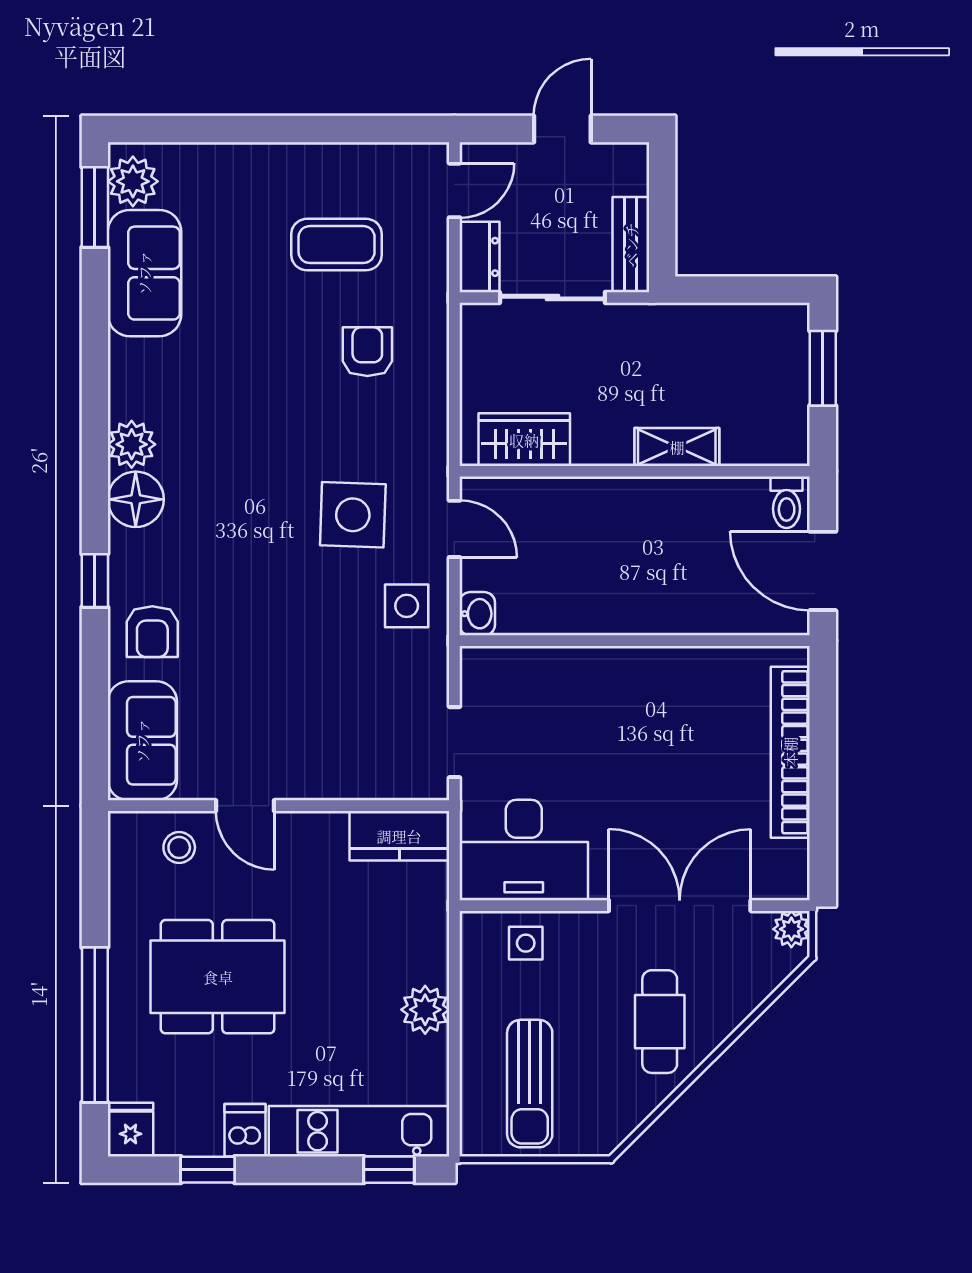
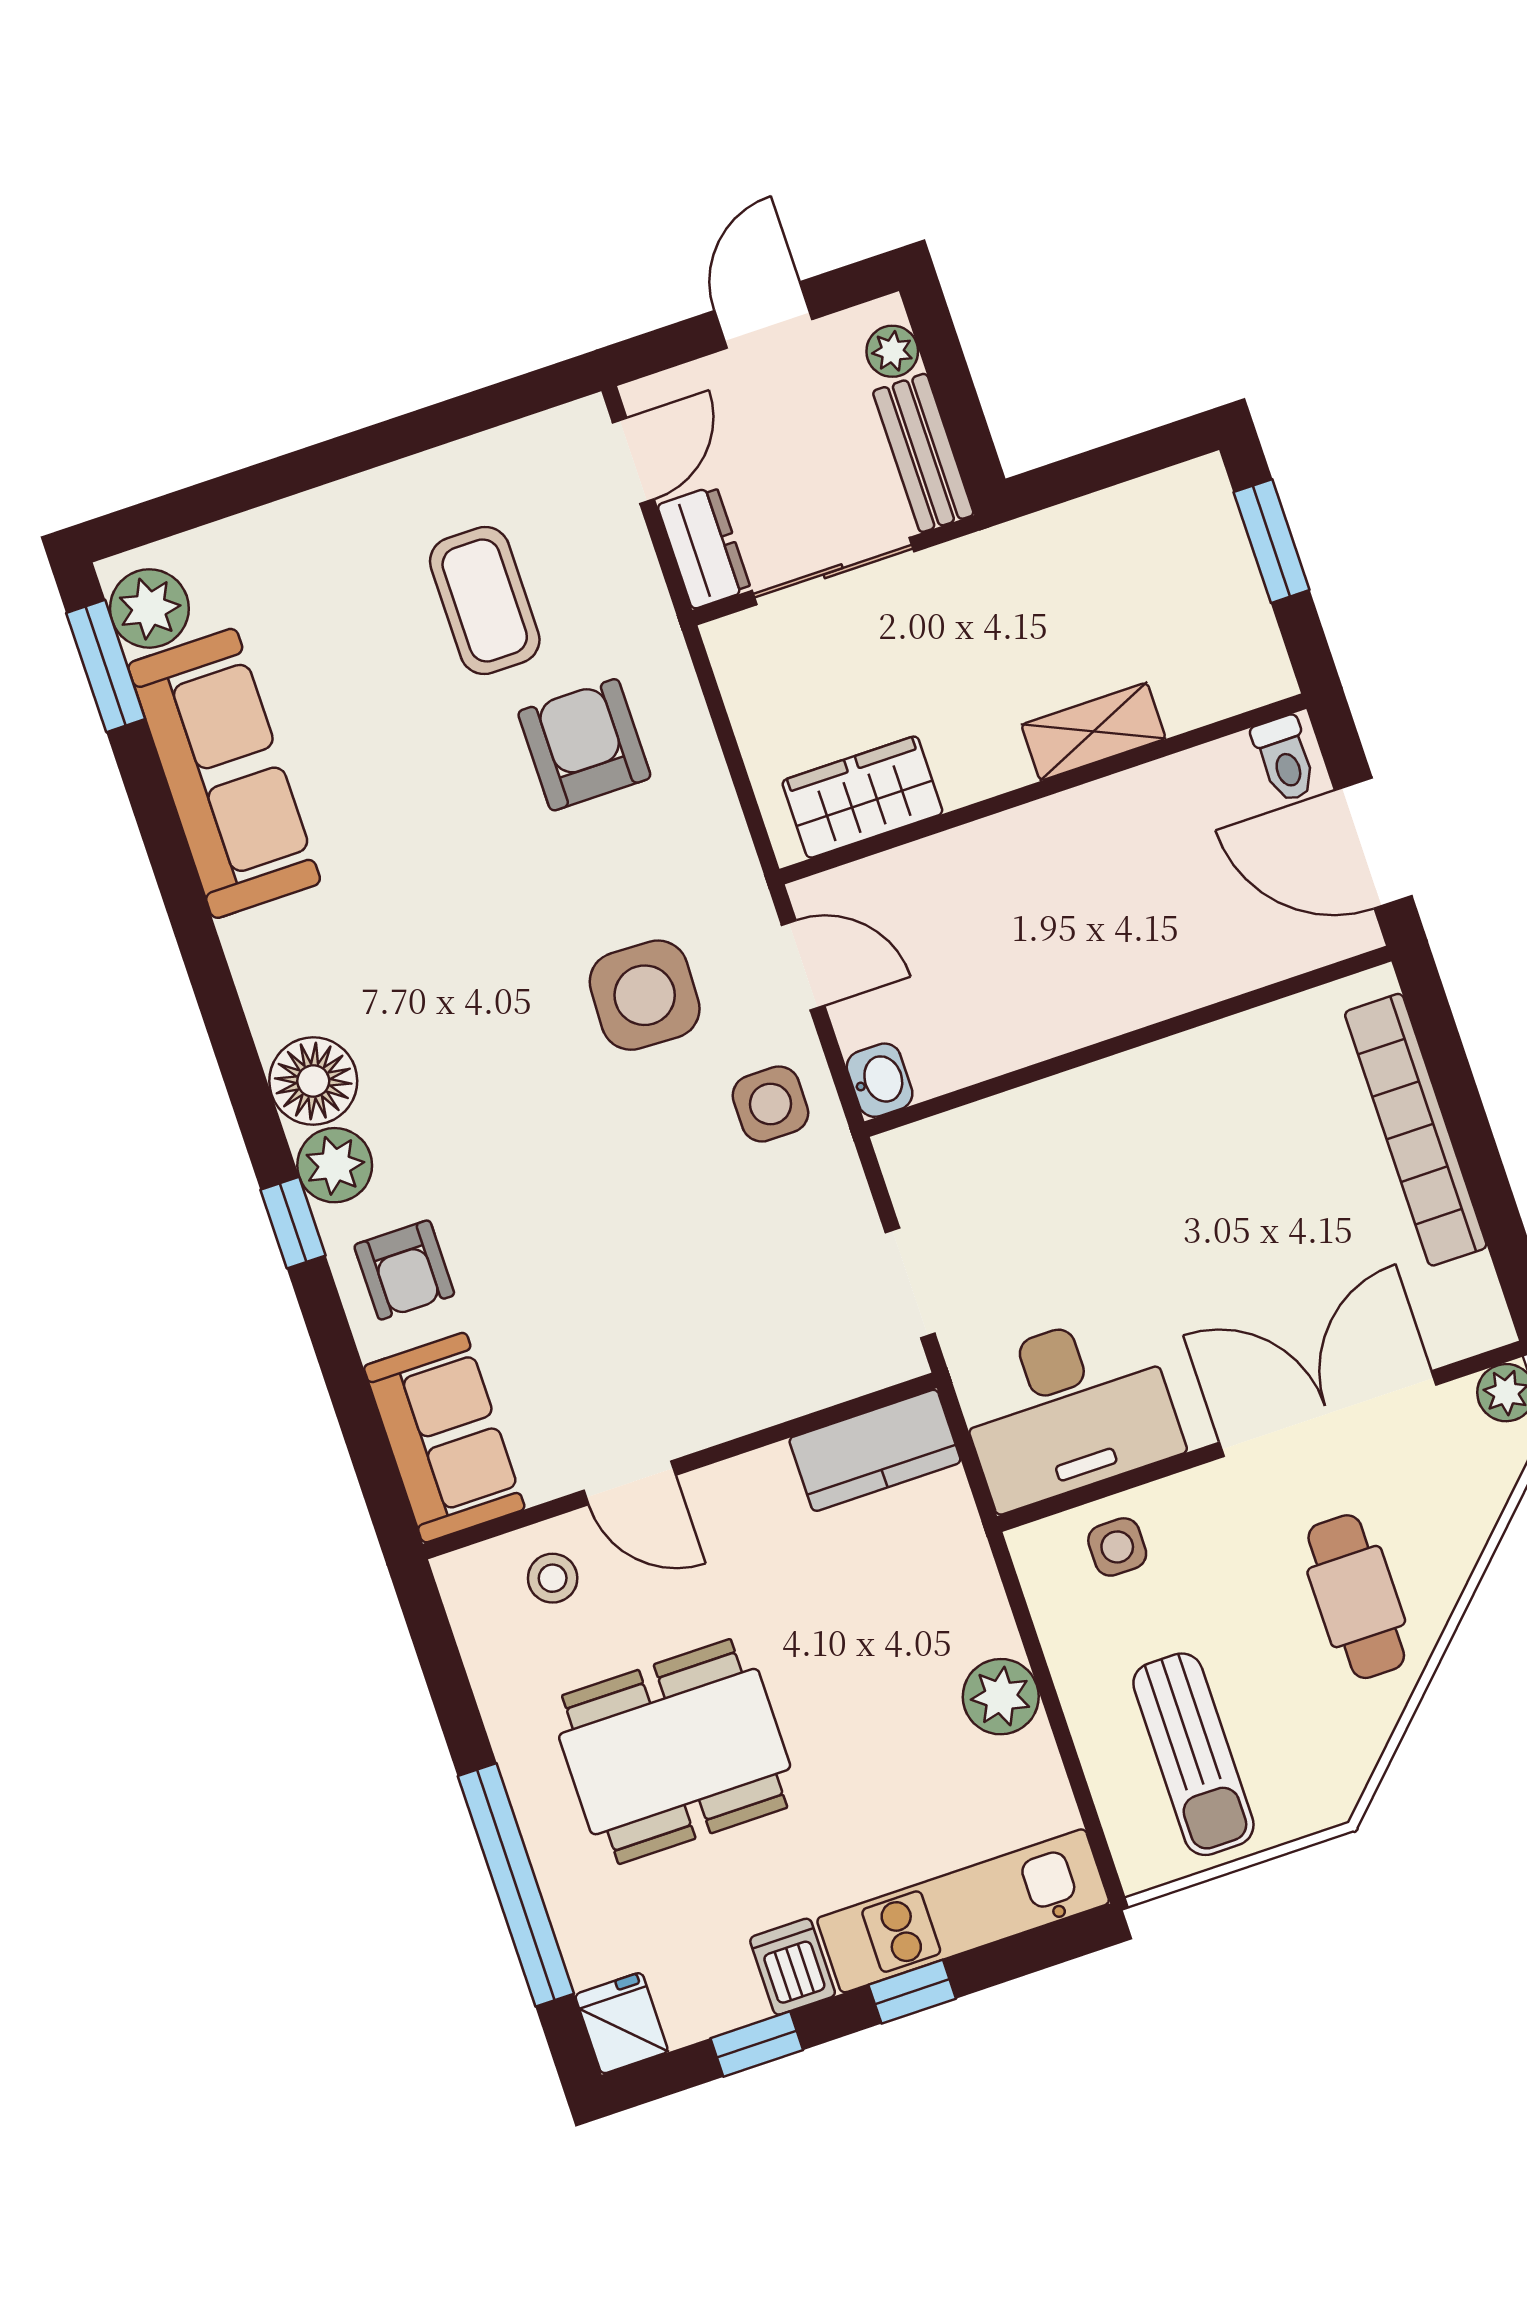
plant: (633, 177) -> (892, 351), added
coffee table: (337, 245) -> (485, 600), turned 90
sofa: (144, 273) -> (224, 773), width x1.36
armchair: (367, 352) -> (584, 745), width x1.38, depth x1.38
plant: (132, 444) -> (335, 1165), moved
window: (389, 1170) -> (912, 1992), moved

